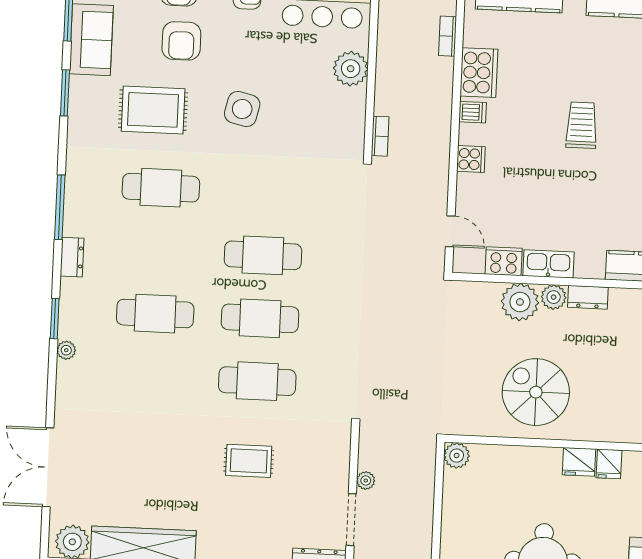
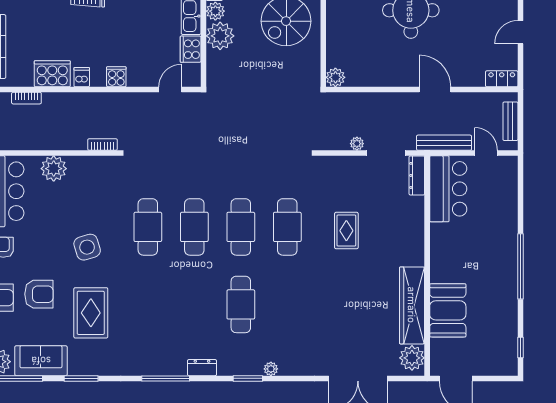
side table: (242, 109) -> (87, 247), turned -30
cafe table: (161, 188) -> (148, 227), moved

